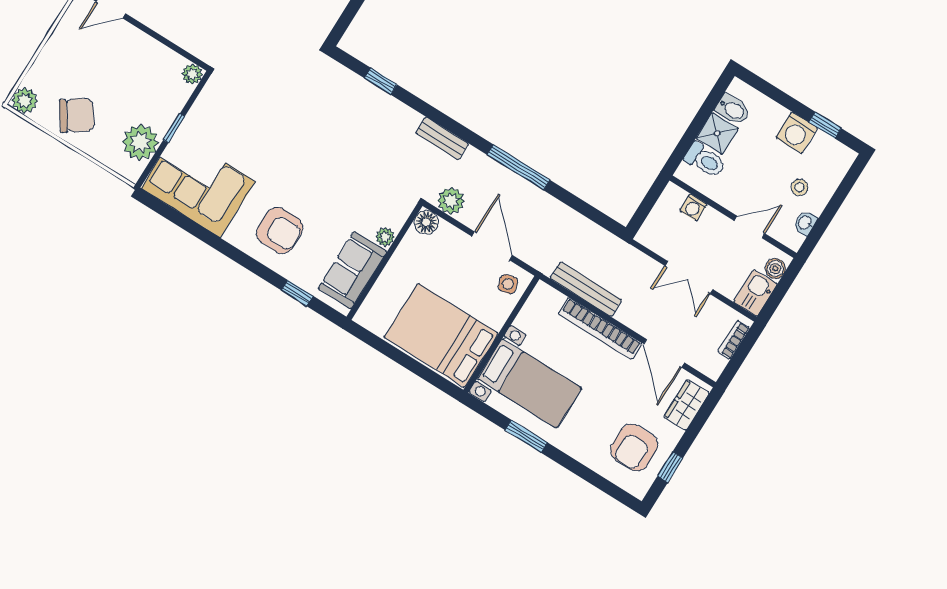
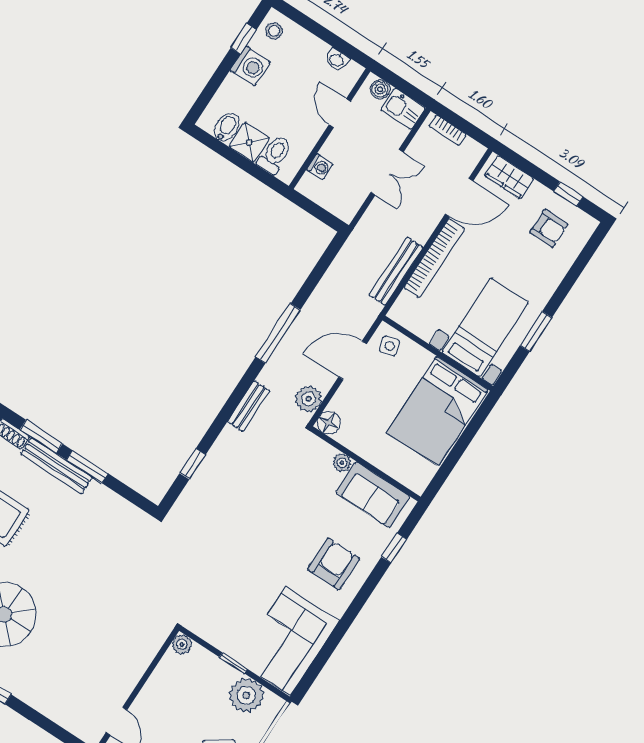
stool: (800, 187) -> (274, 31), moved
armchair: (634, 448) -> (549, 228), width x0.72, depth x0.72

